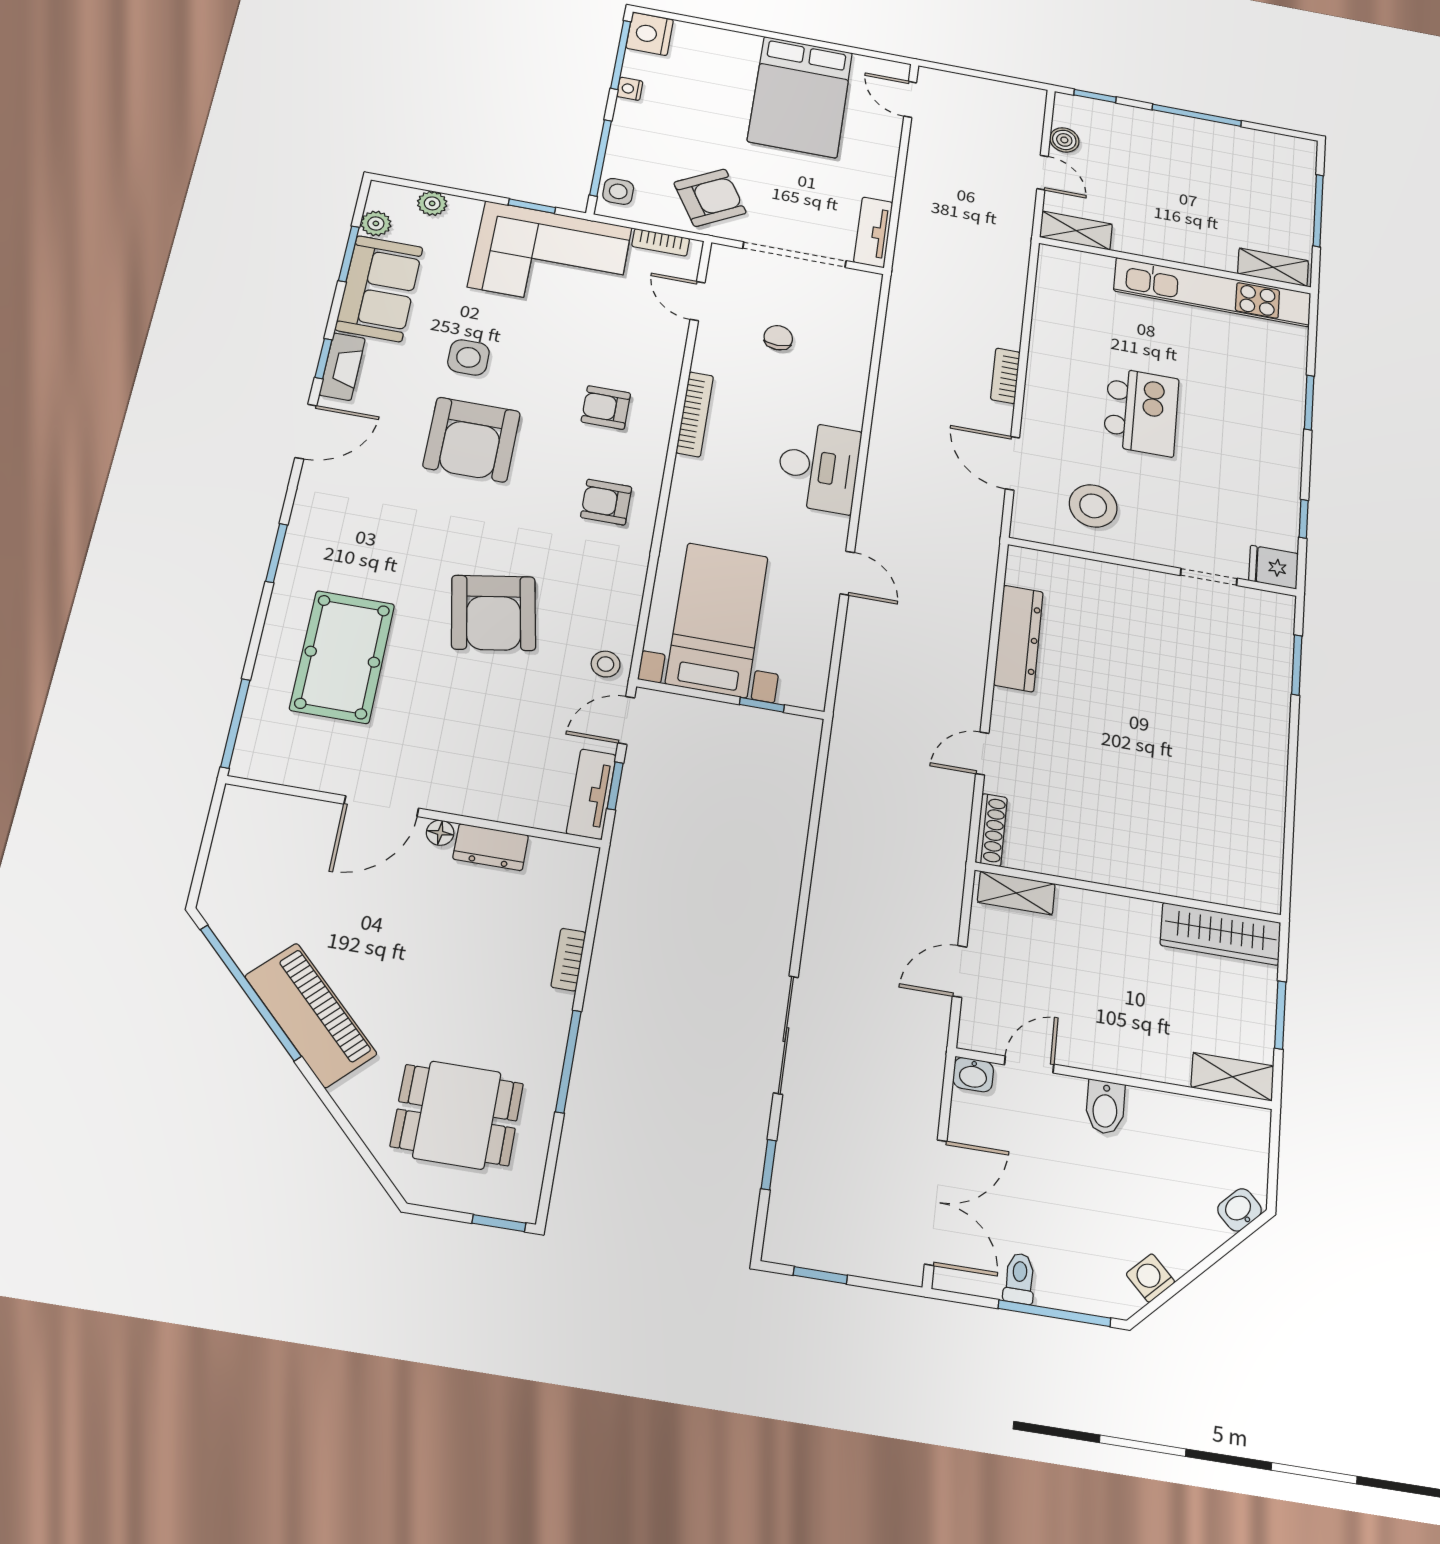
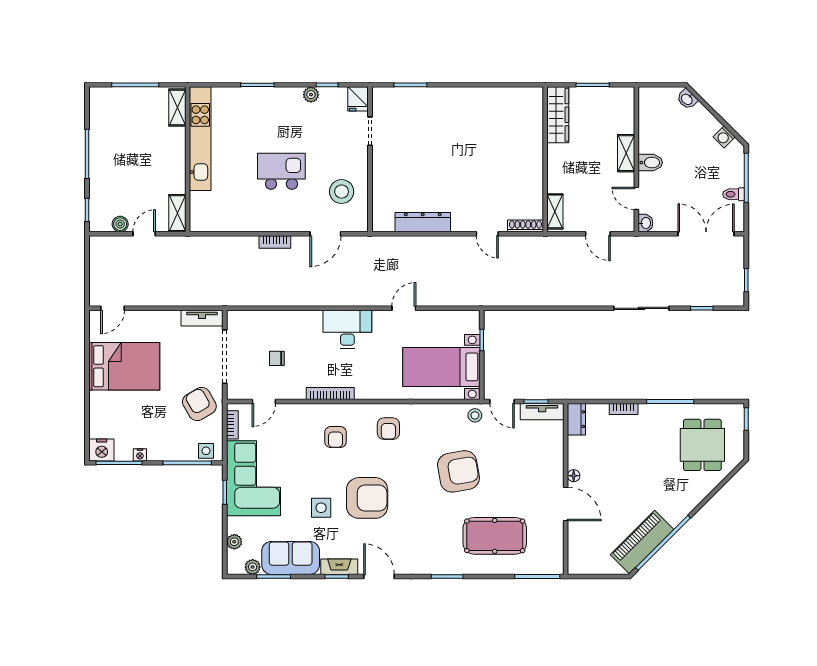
plant: (1286, 488) -> (311, 95), added
dresser: (491, 847) -> (576, 419), moved
piano: (311, 1015) -> (642, 542), moved
shelving: (1233, 1077) -> (626, 153), moved

